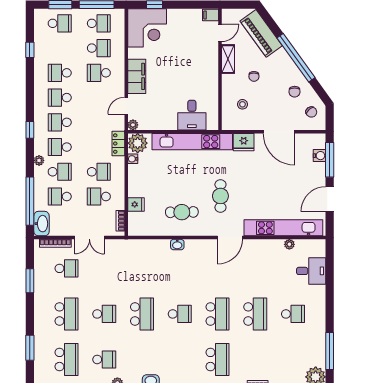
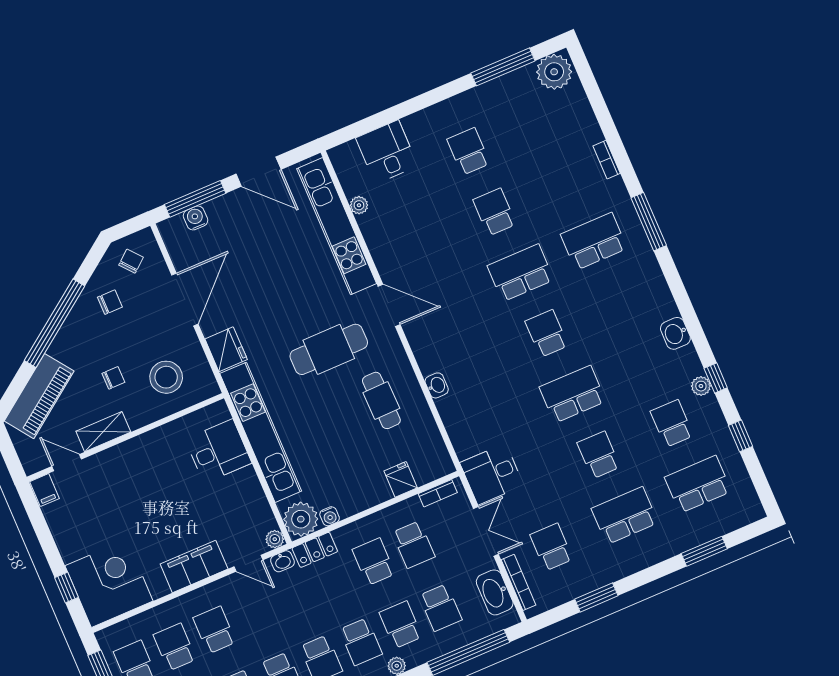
school desk: (99, 73) -> (214, 630), turned 180
stool: (242, 104) -> (166, 377), width x1.89, depth x1.89
washbasin: (120, 124) -> (283, 561), added
cafe table: (220, 196) -> (329, 349), width x1.37, depth x1.35
washbasin: (42, 224) -> (495, 592), moved, turned -90
desk: (118, 254) -> (492, 474), added
school desk: (255, 314) -> (495, 212), width x0.54

